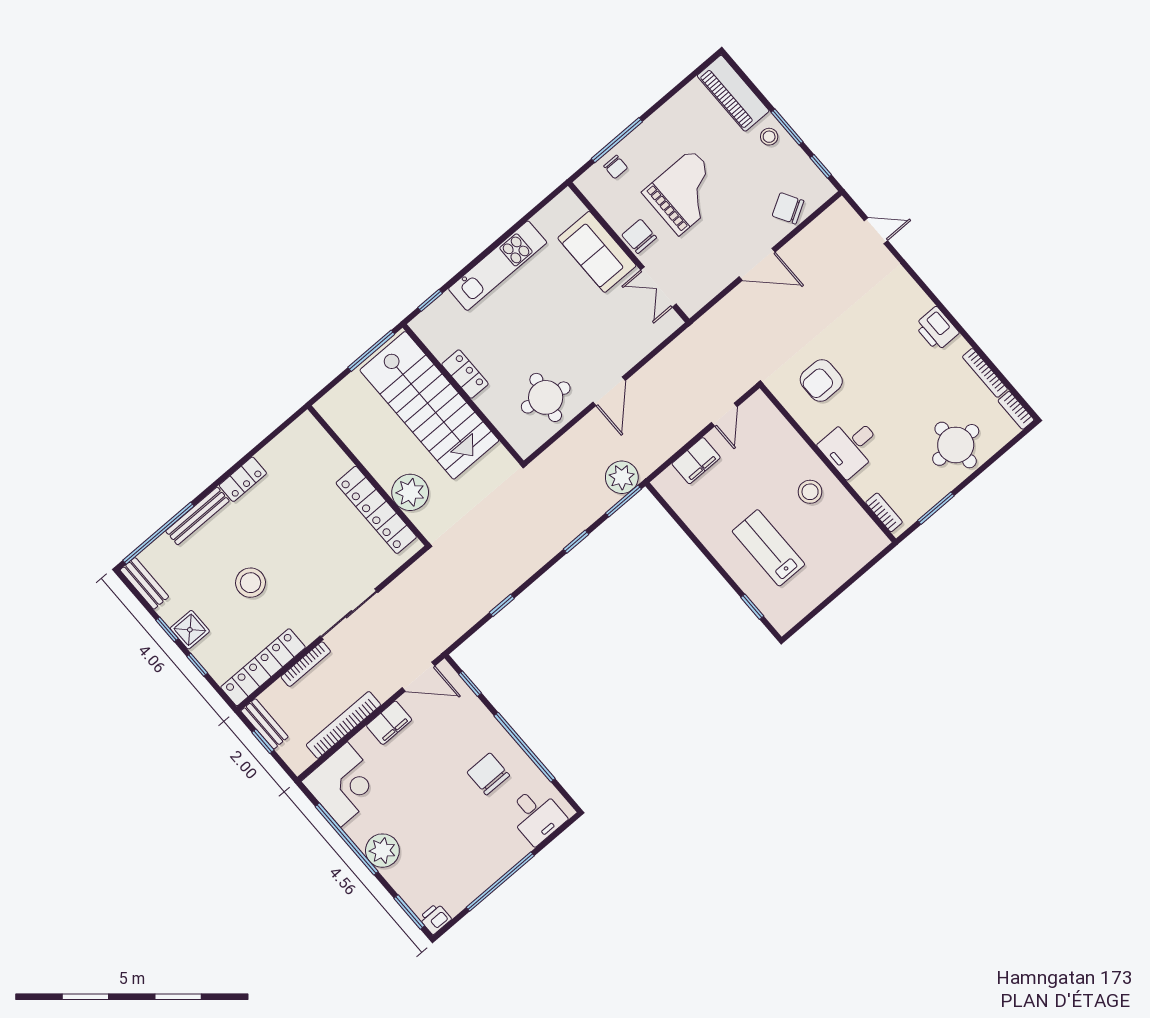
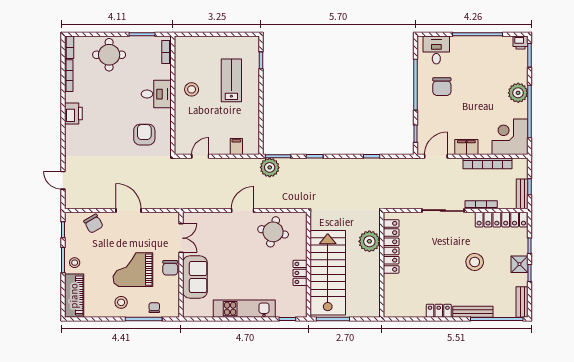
stool: (665, 137) -> (121, 302), added
armchair: (821, 380) -> (144, 135), turned -90
filing cabinet: (696, 461) -> (236, 147), width x0.50
lab bench: (768, 548) -> (231, 80), turned 180
door: (418, 677) -> (436, 156), hinge flipped

